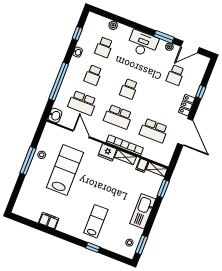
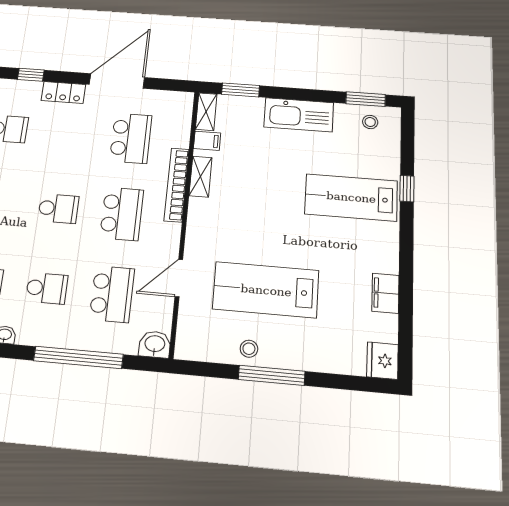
fridge: (107, 152) -> (382, 361), moved, turned 180
lab bench: (96, 221) -> (351, 197), width x1.36, depth x1.39

